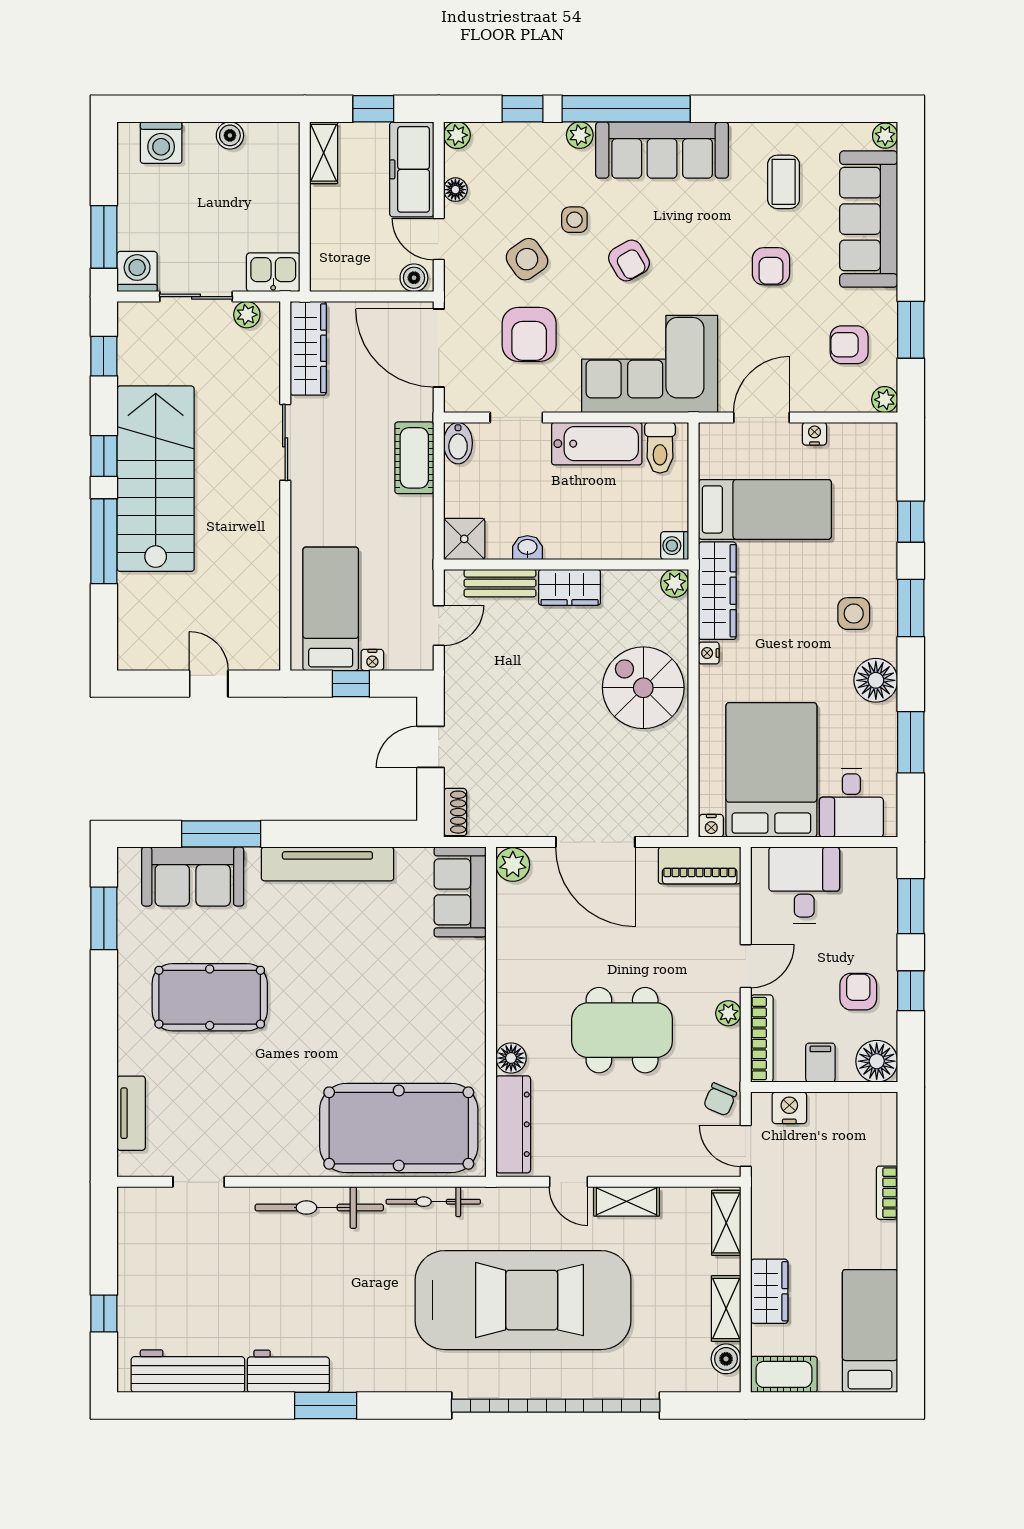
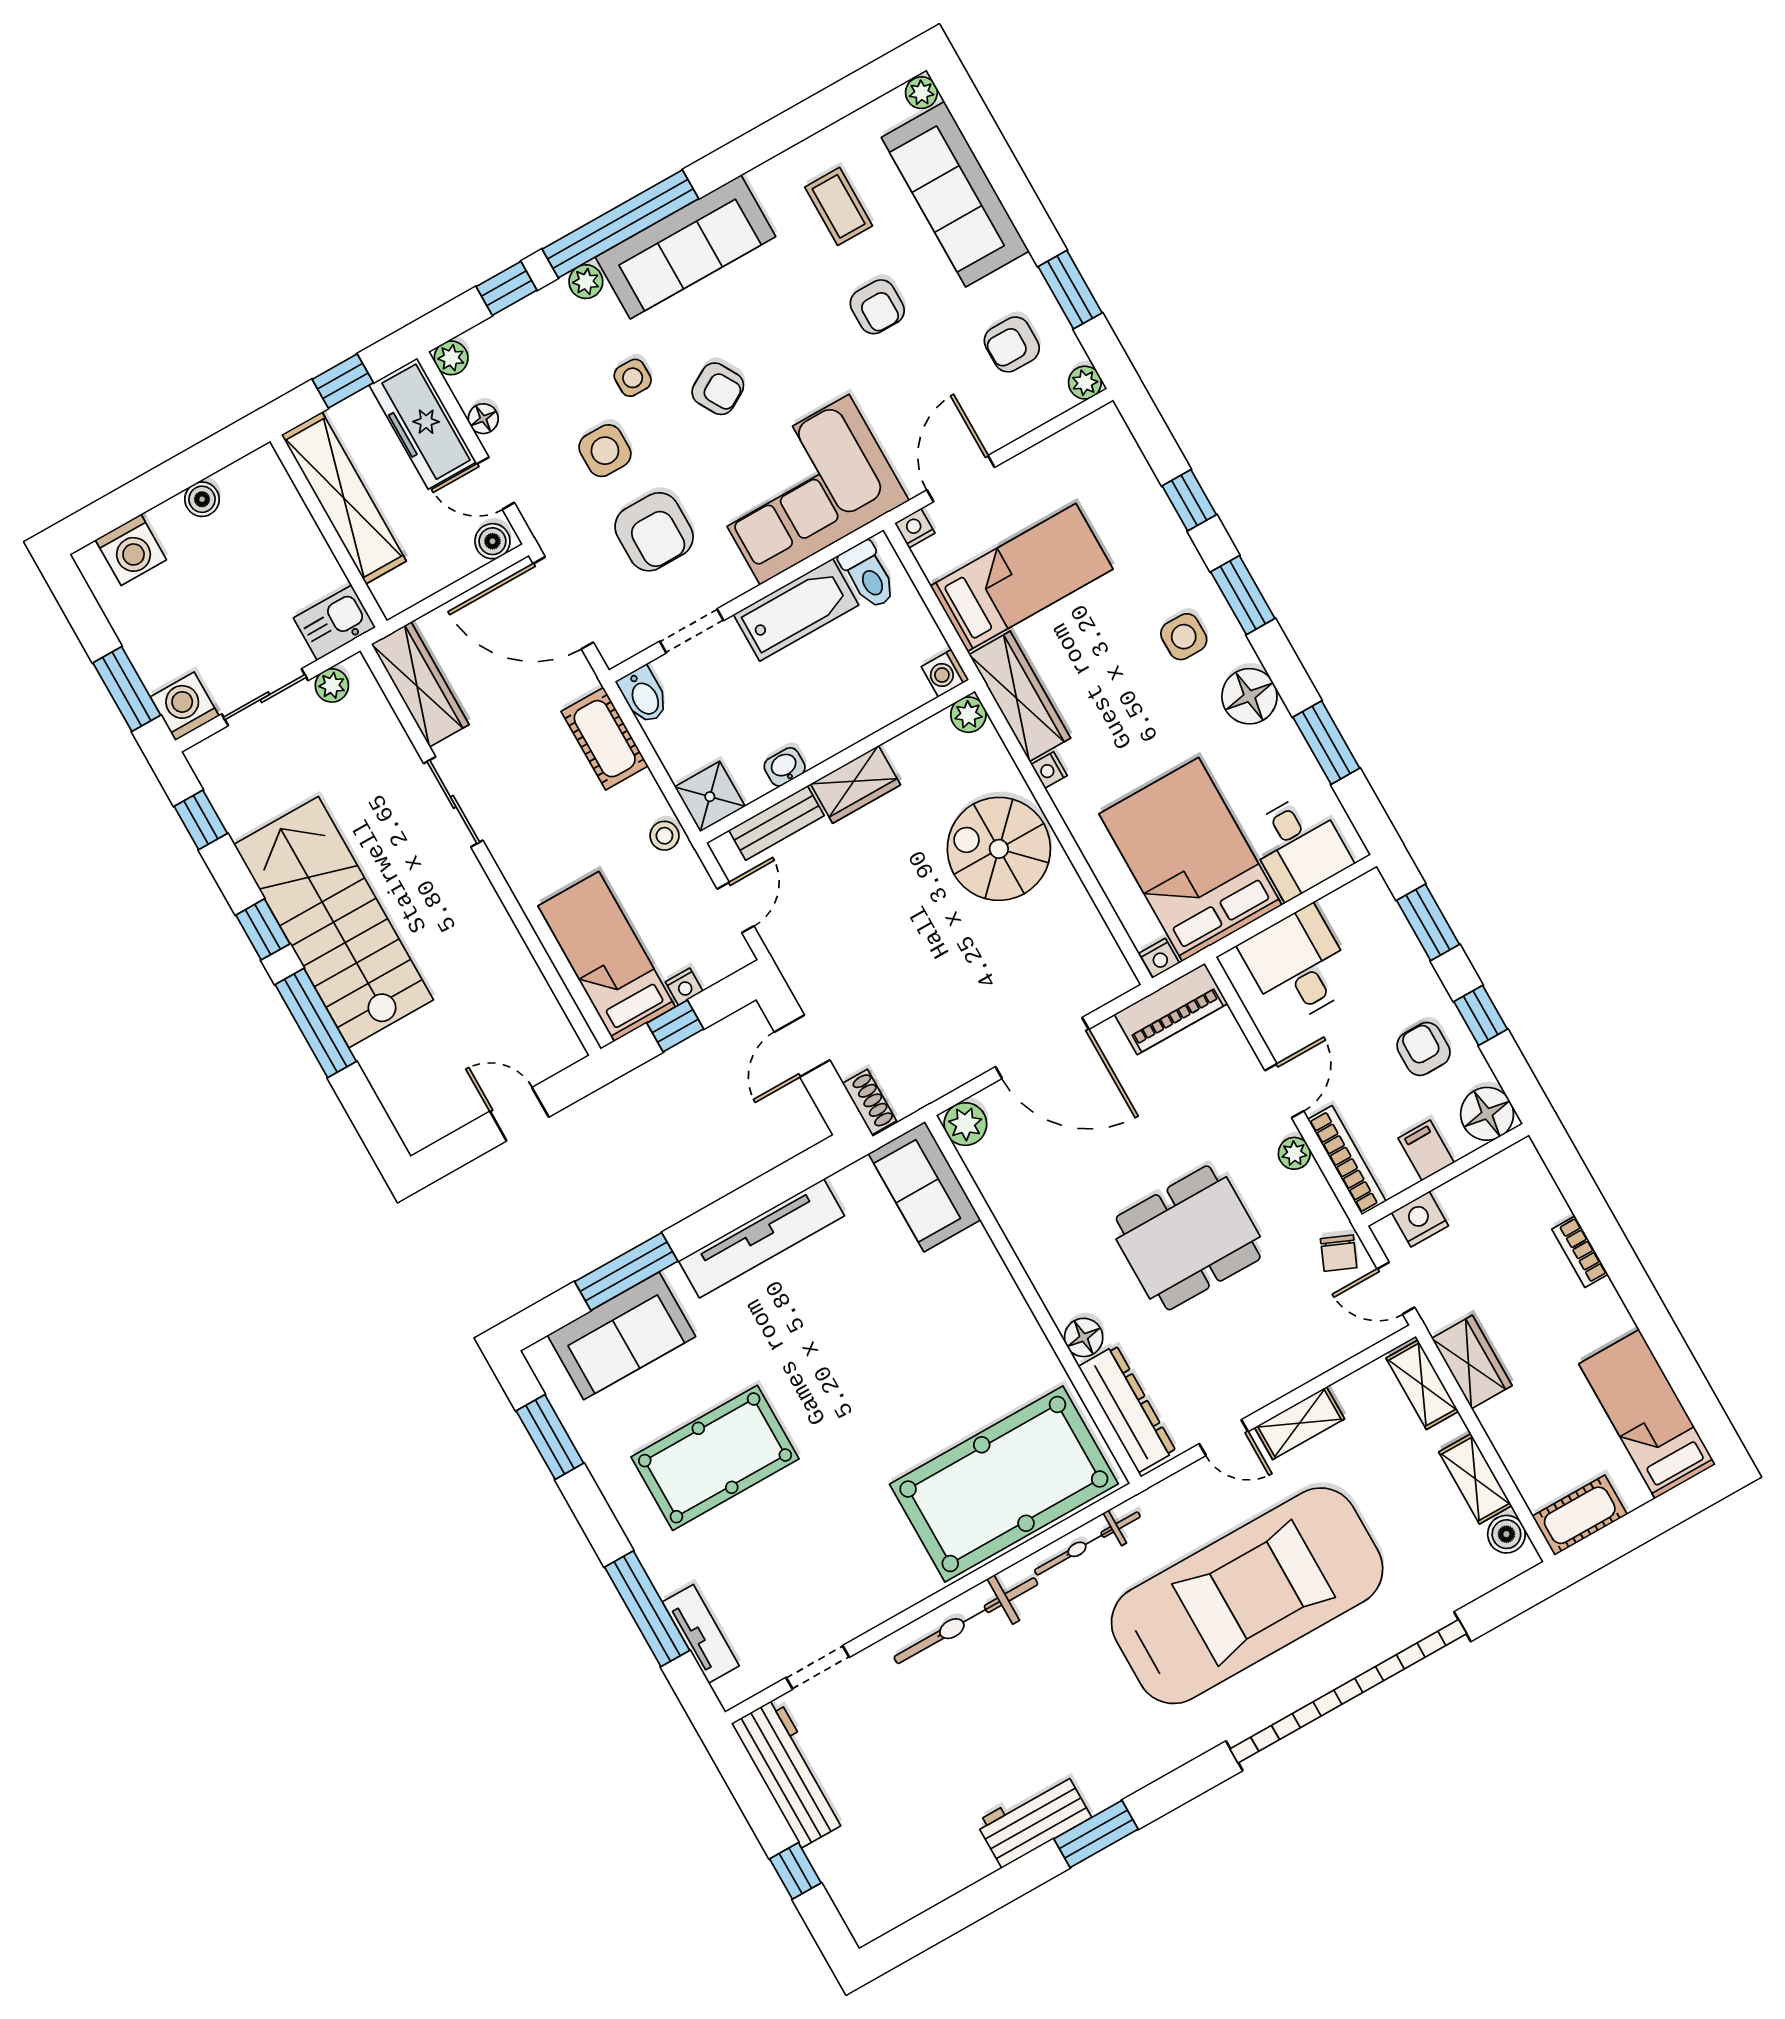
shelving: (324, 153) -> (344, 498), width x2.20, depth x1.33
side table: (527, 259) -> (605, 451), turned 35
nightstand: (814, 434) -> (915, 528), moved
stool: (418, 548) -> (664, 836), added
window: (104, 1075) -> (647, 1609), added
wardrobe: (769, 1291) -> (1472, 1362), moved
workbench: (188, 1371) -> (790, 1772), moved, turned 90

